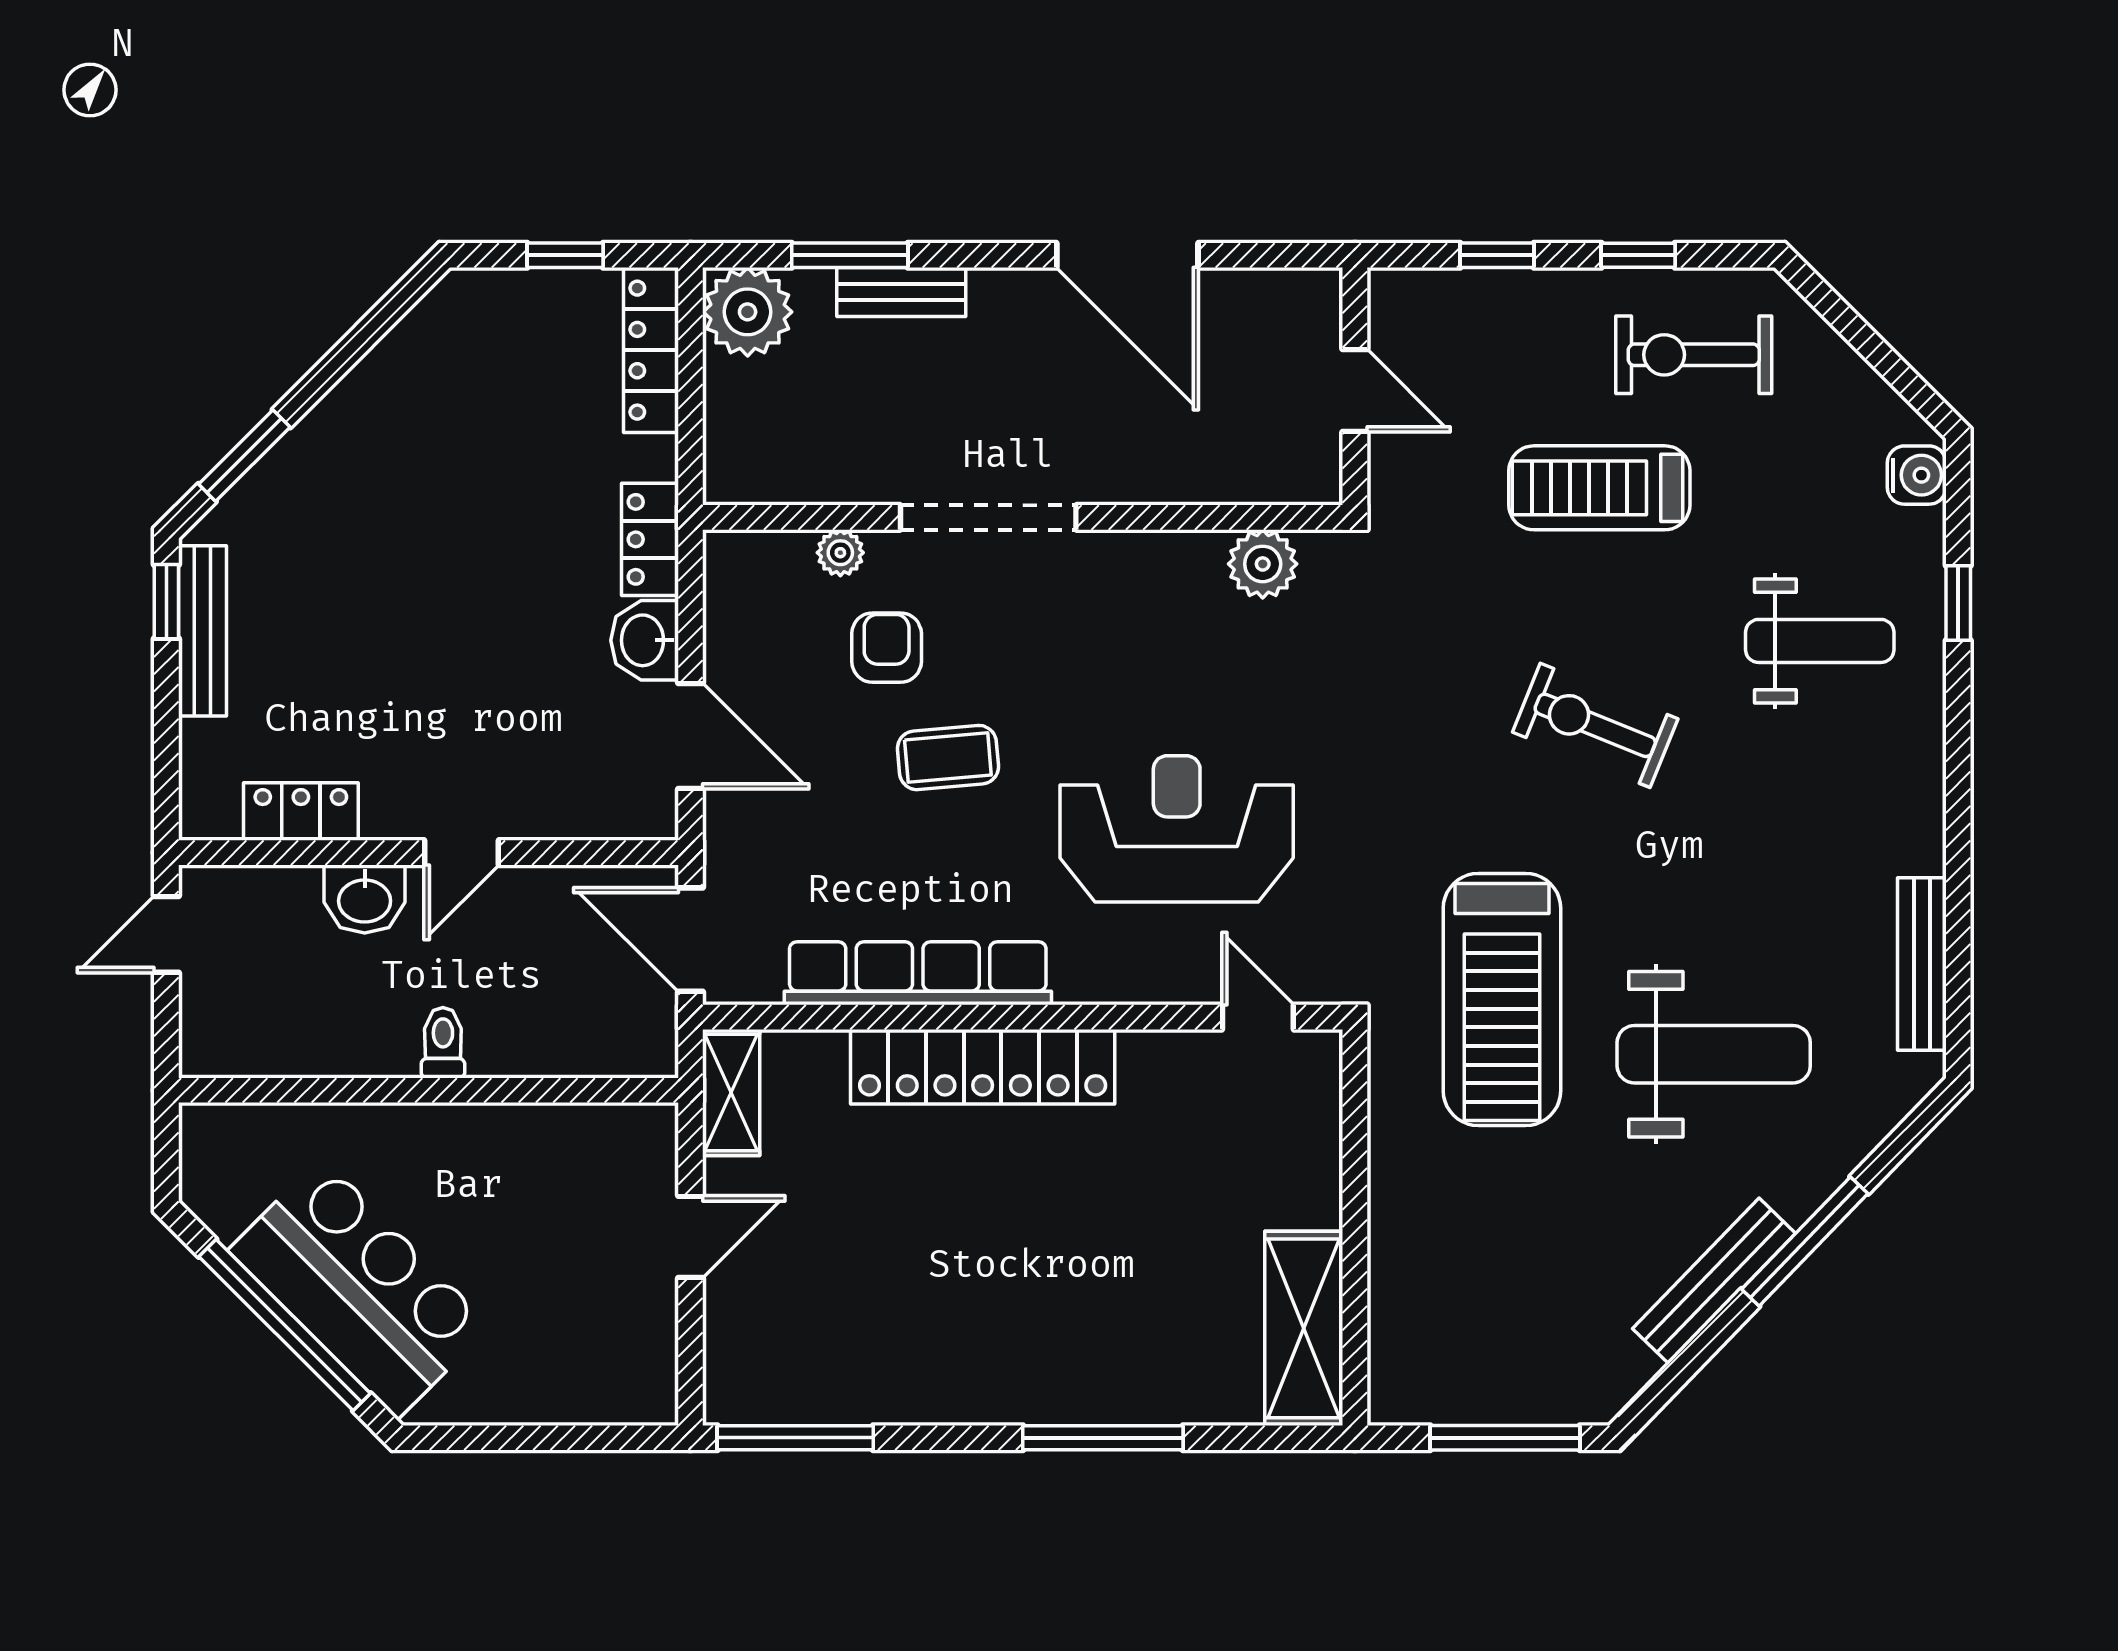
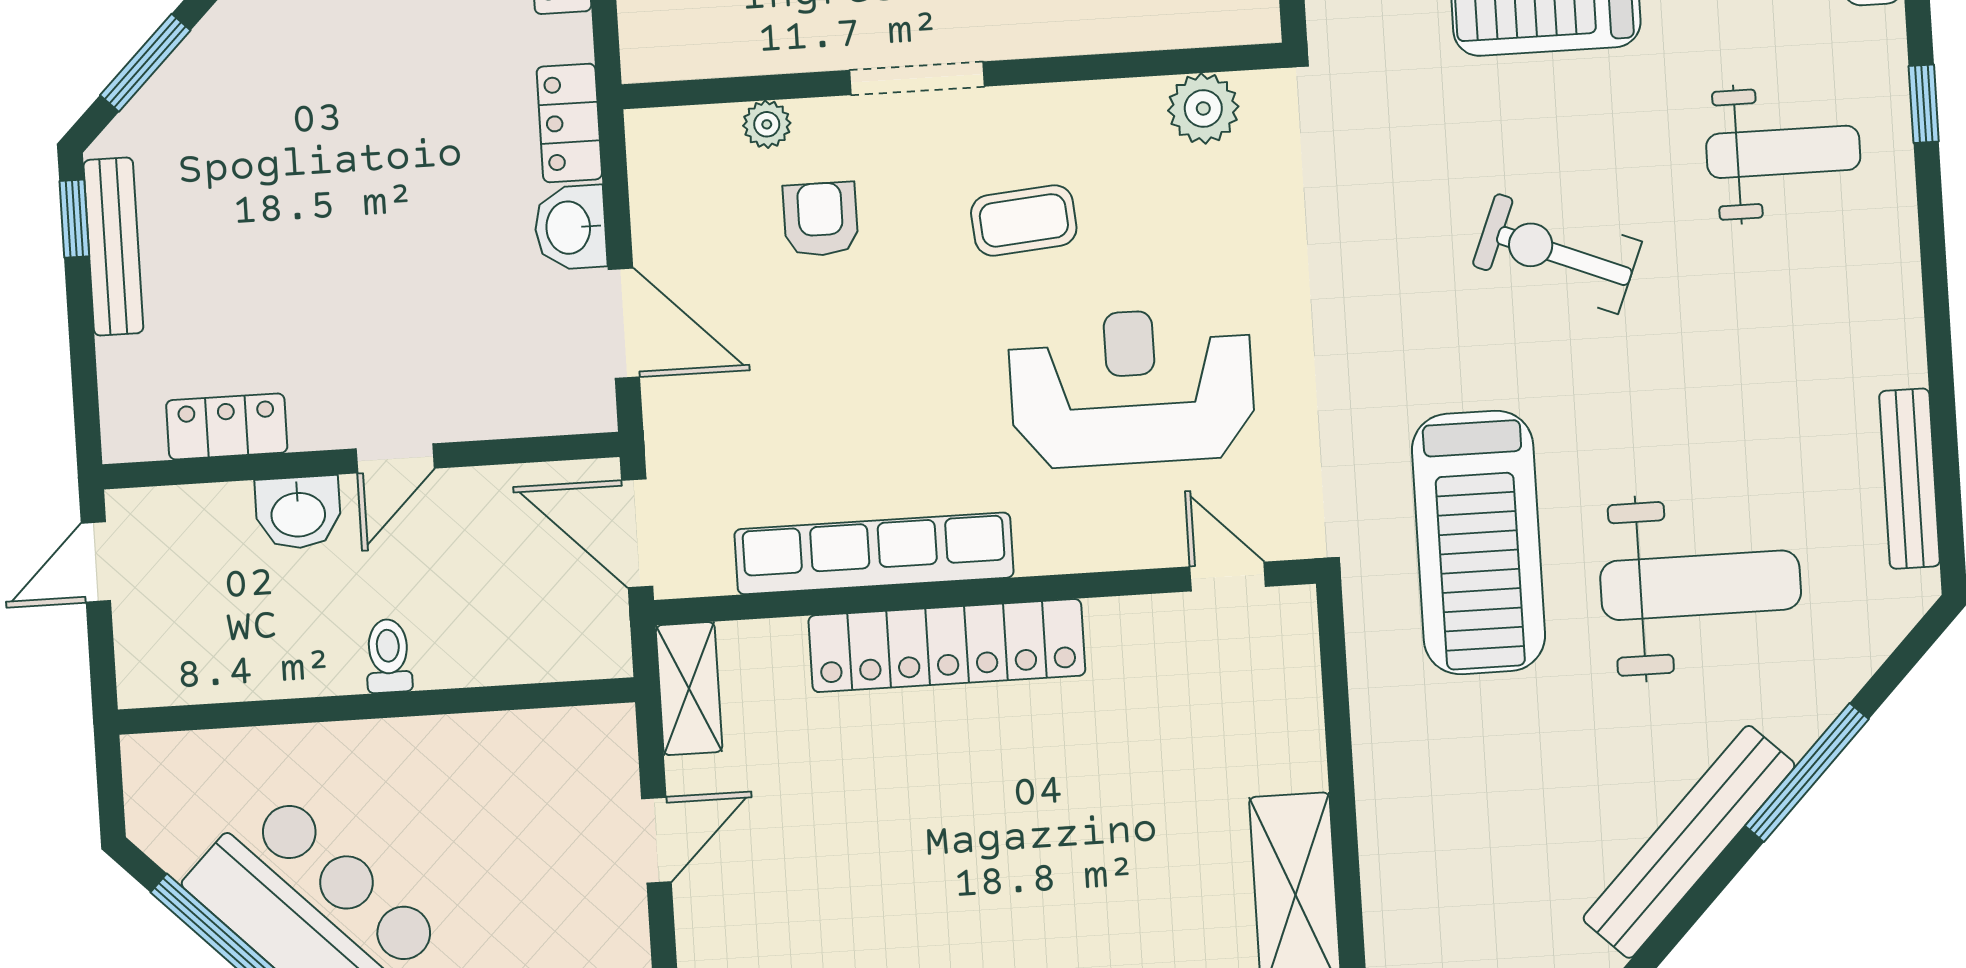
doorway: (988, 517) -> (917, 78), width x0.73
coffee table: (948, 758) -> (1024, 220), moved
bench: (1714, 1281) -> (1689, 842), width x1.37, depth x1.21

